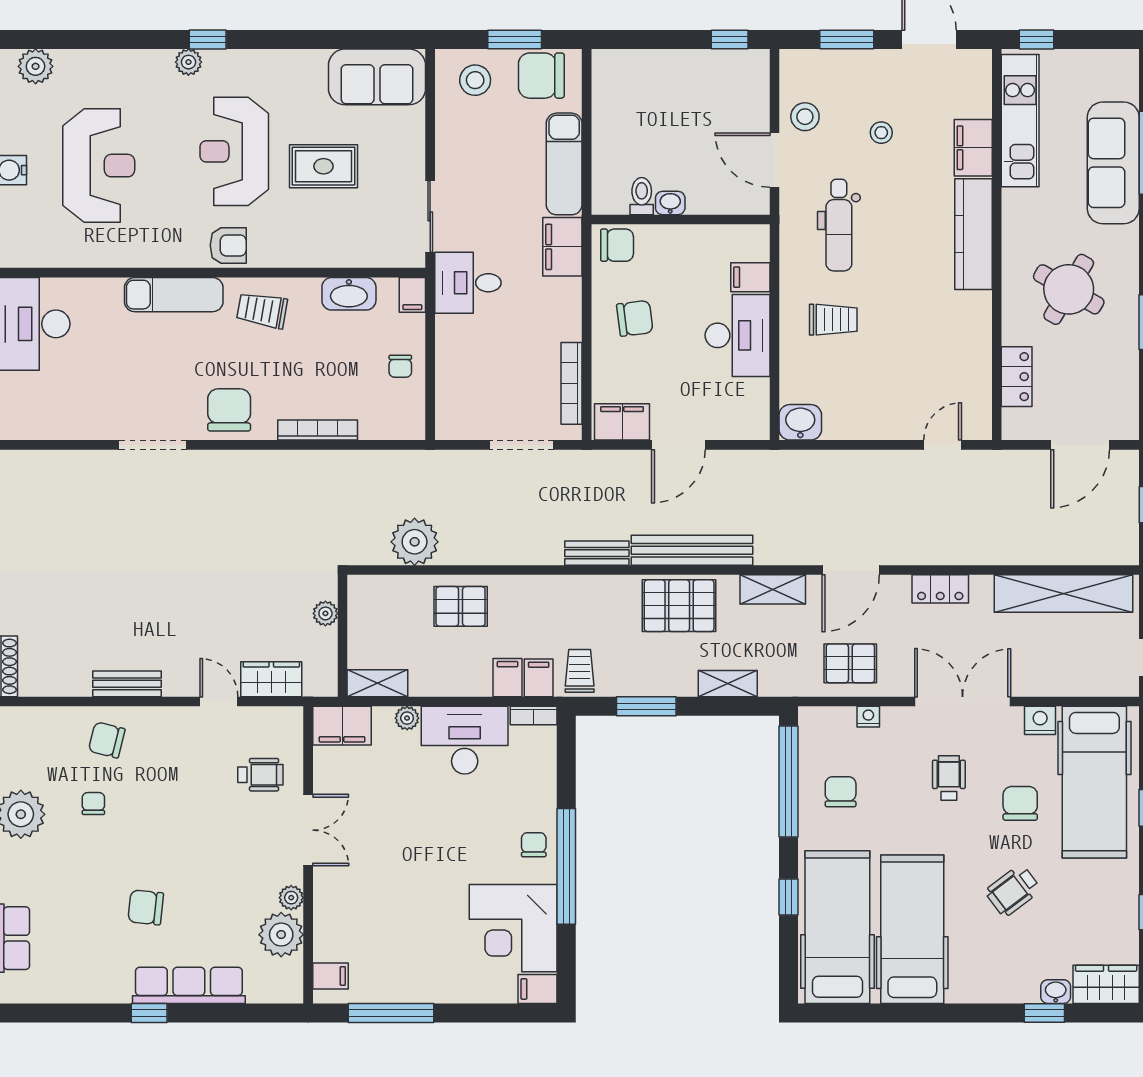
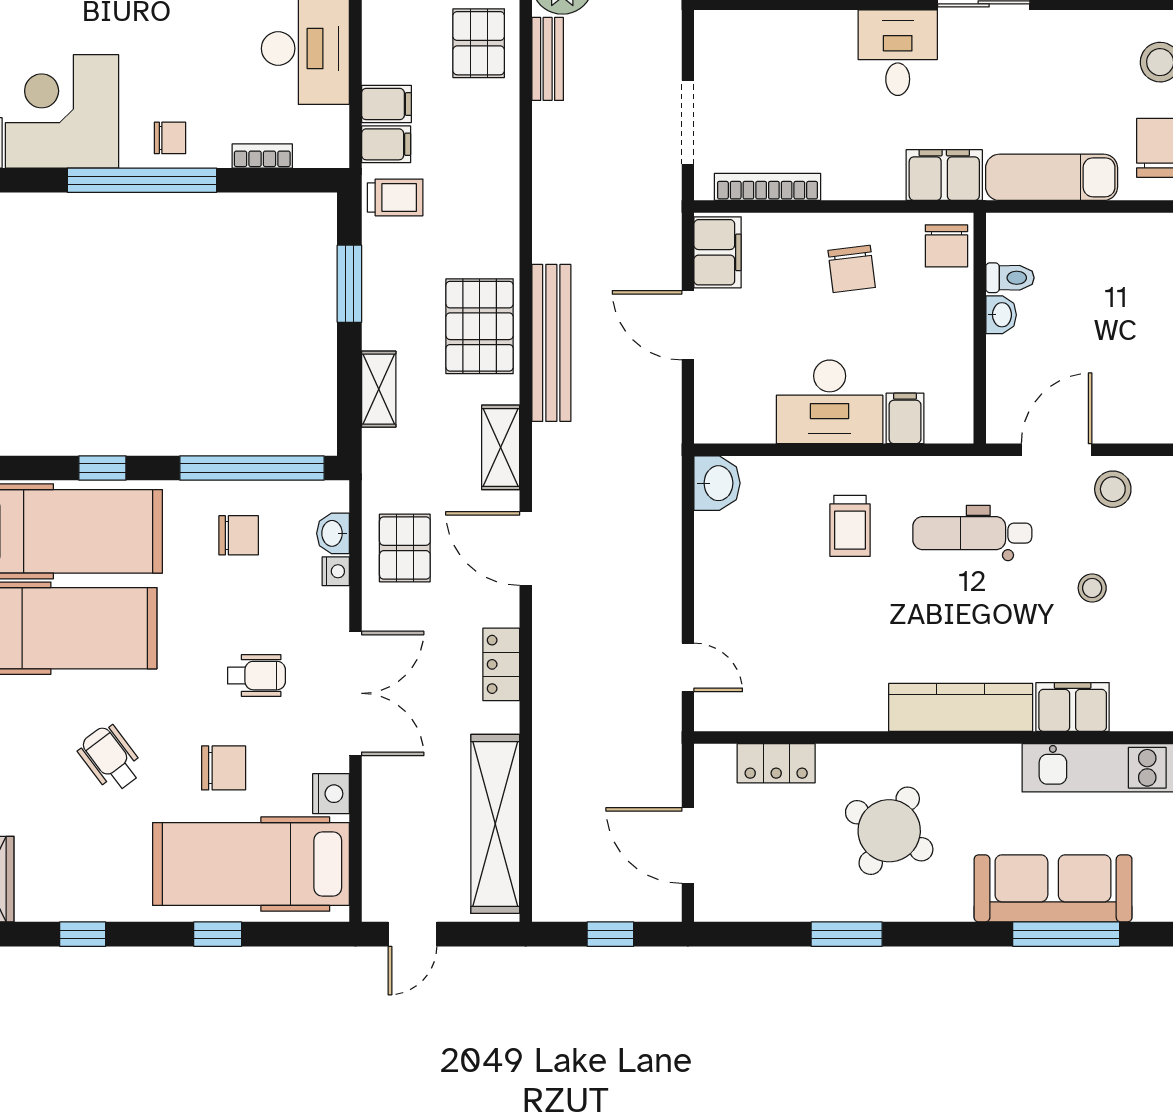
bench: (597, 553) -> (548, 59), moved
bookcase: (534, 716) -> (262, 156), moved, turned 90
washbasin: (839, 719) -> (333, 533), added

